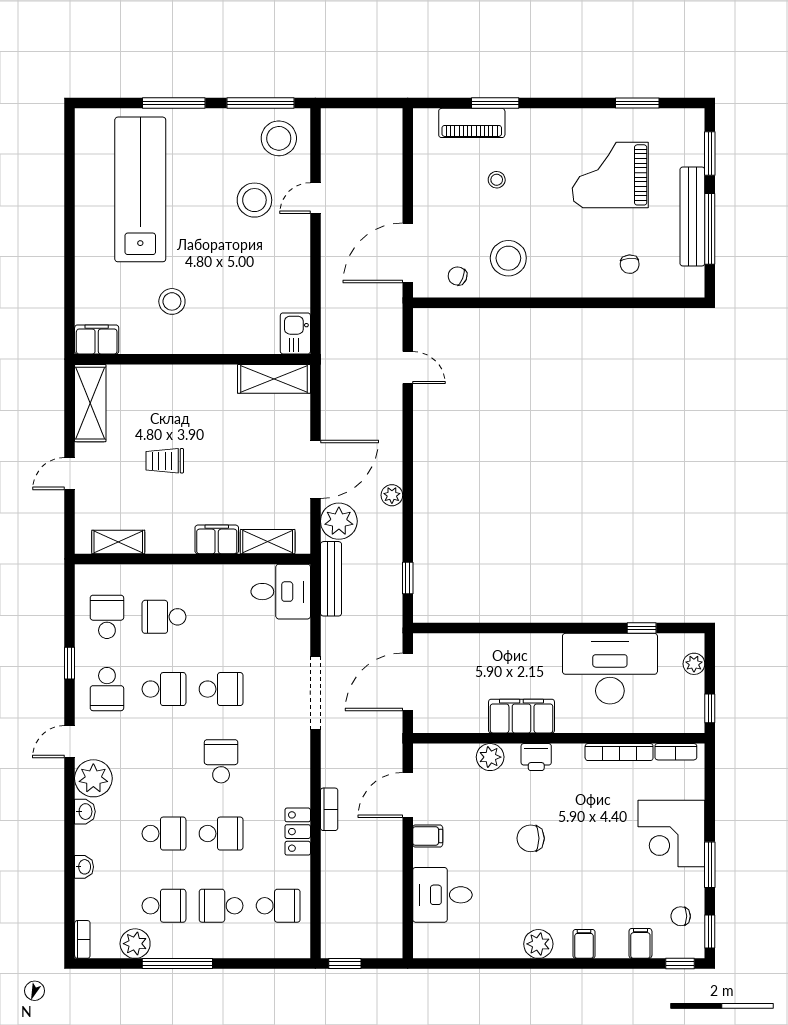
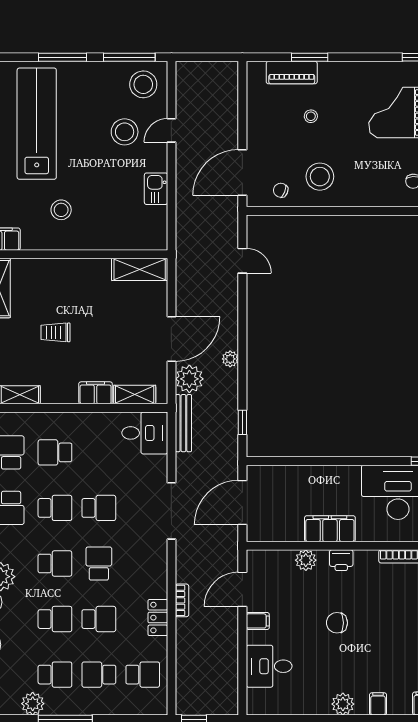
kitchen sink: (295, 333) -> (156, 189), moved
school desk: (164, 761) -> (55, 563), added

